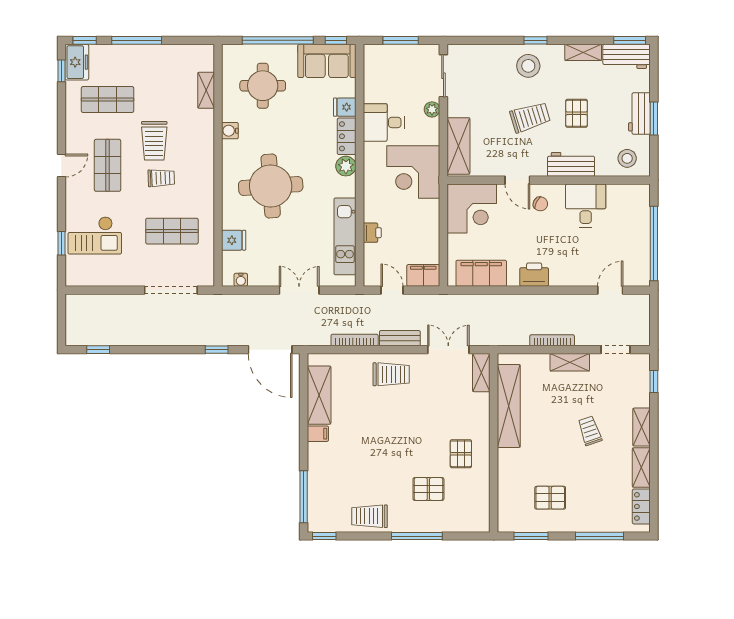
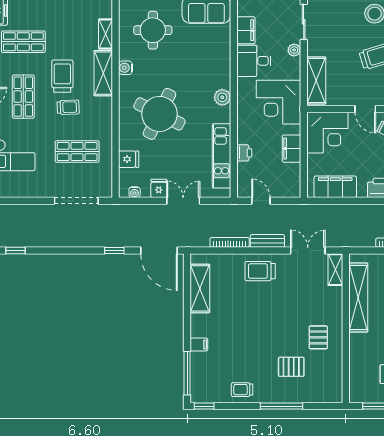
filing cabinet: (374, 86) -> (246, 30), added
fridge: (345, 107) -> (159, 188), moved, turned 90
locker: (347, 136) -> (223, 72), removed
shelving: (203, 137) -> (103, 73), added
trolley: (154, 141) -> (62, 76), turned 180
round table: (271, 186) -> (159, 114), turned 30
filing cabinet: (423, 275) -> (291, 149), moved, turned -90
trolley: (391, 374) -> (260, 271), turned 180
filing cabinet: (318, 434) -> (199, 344), moved
trolley: (370, 516) -> (242, 390), width x0.73, depth x0.72

